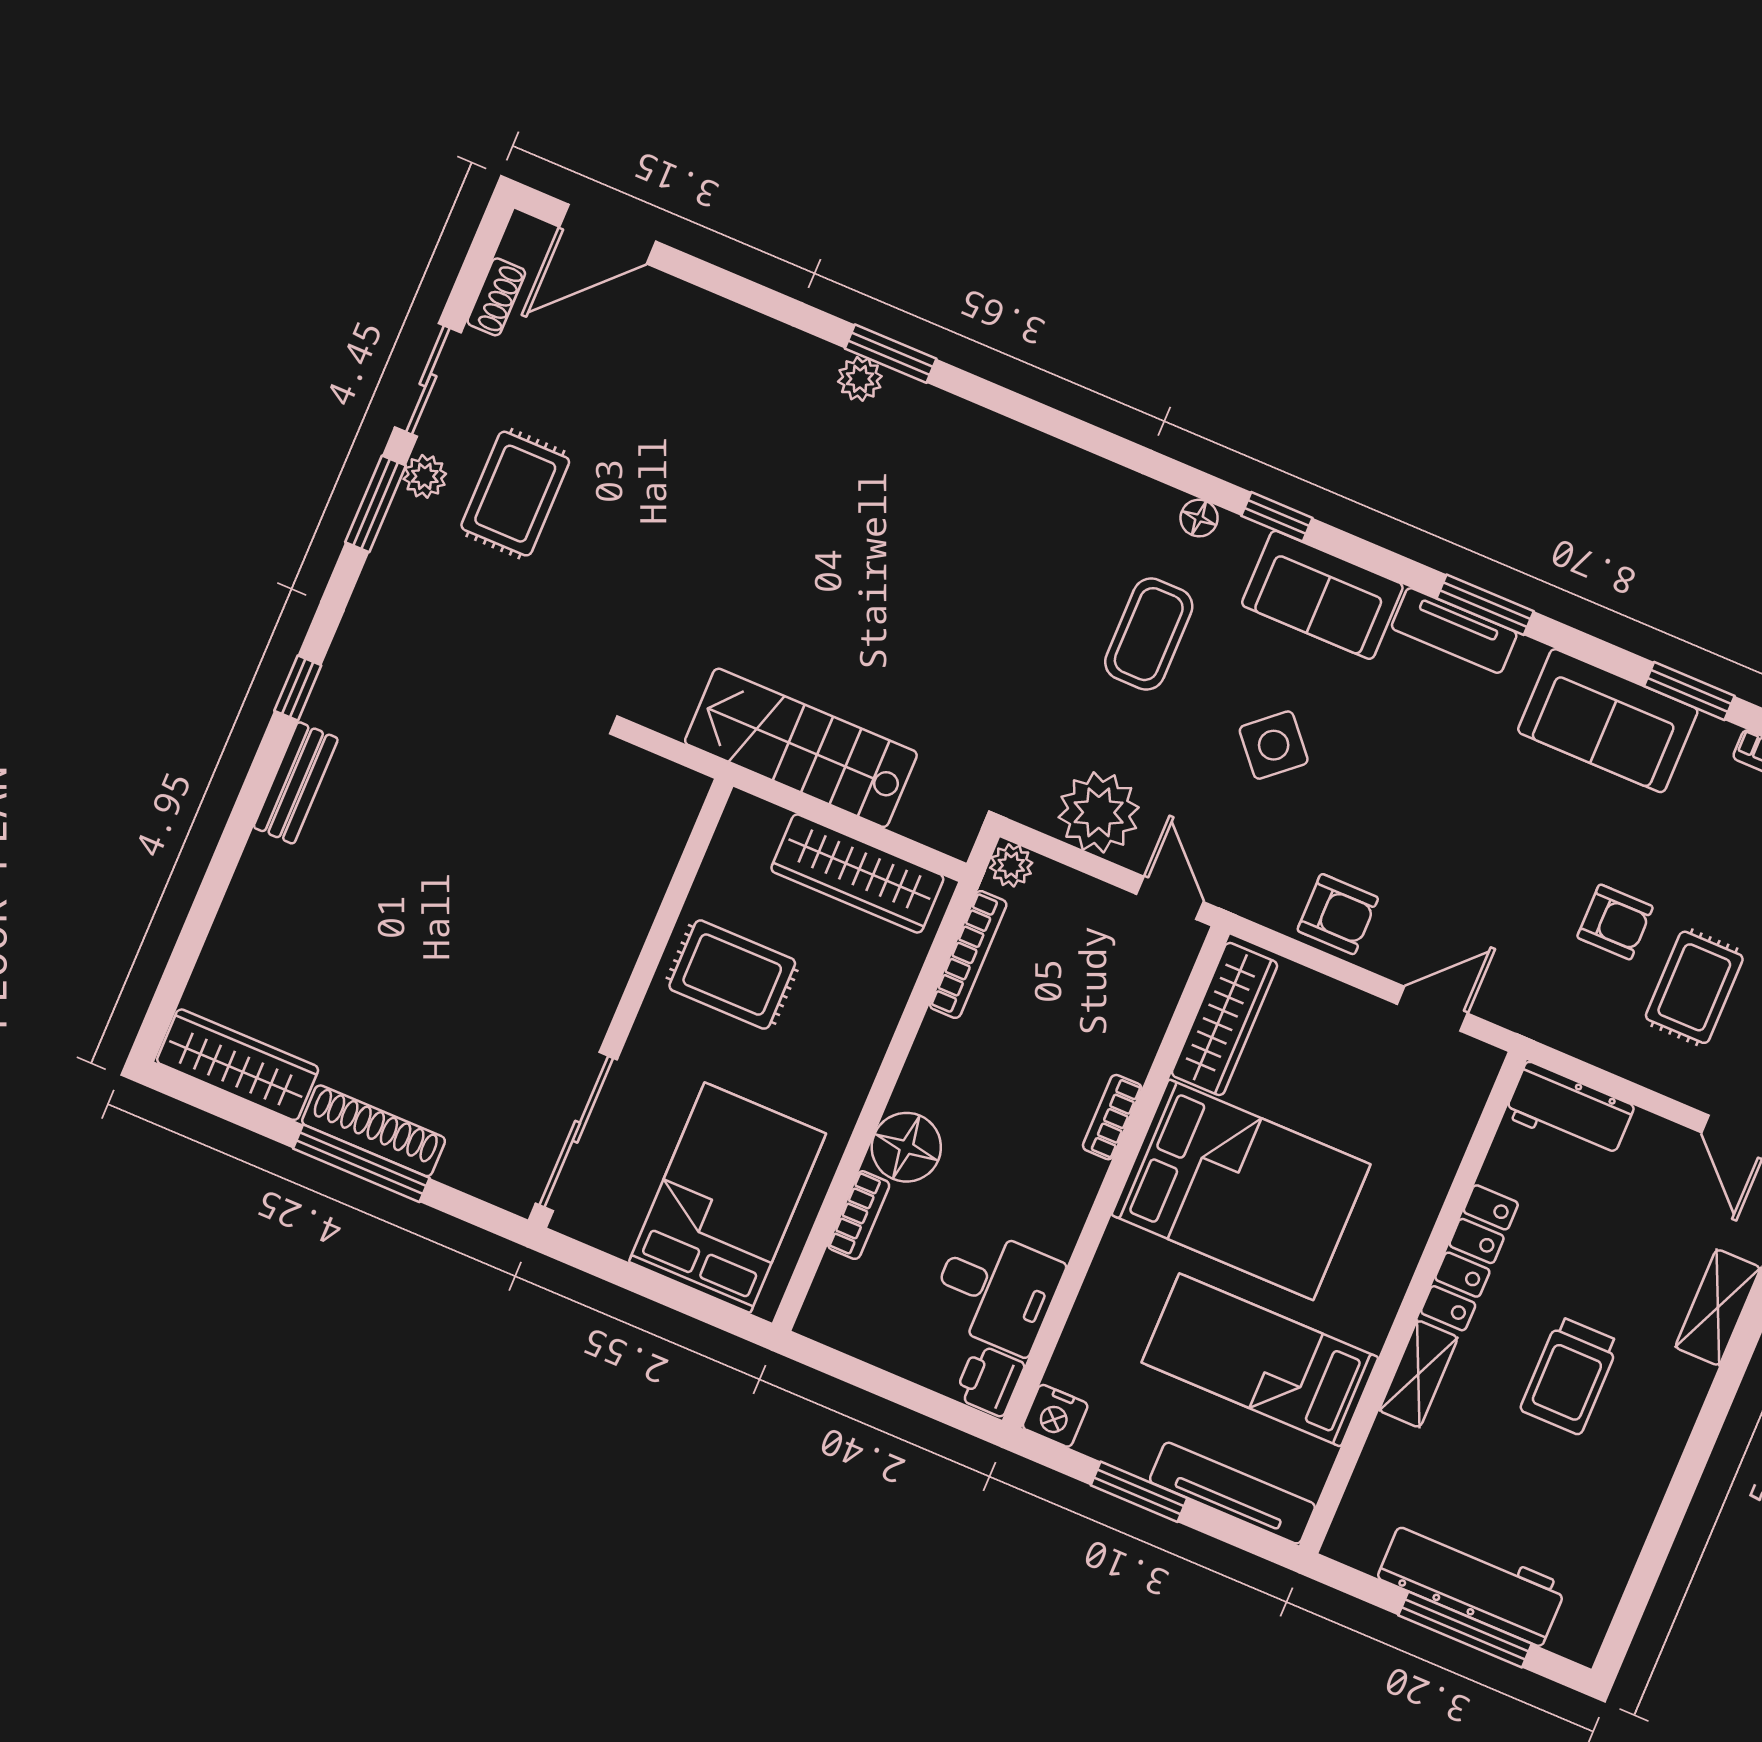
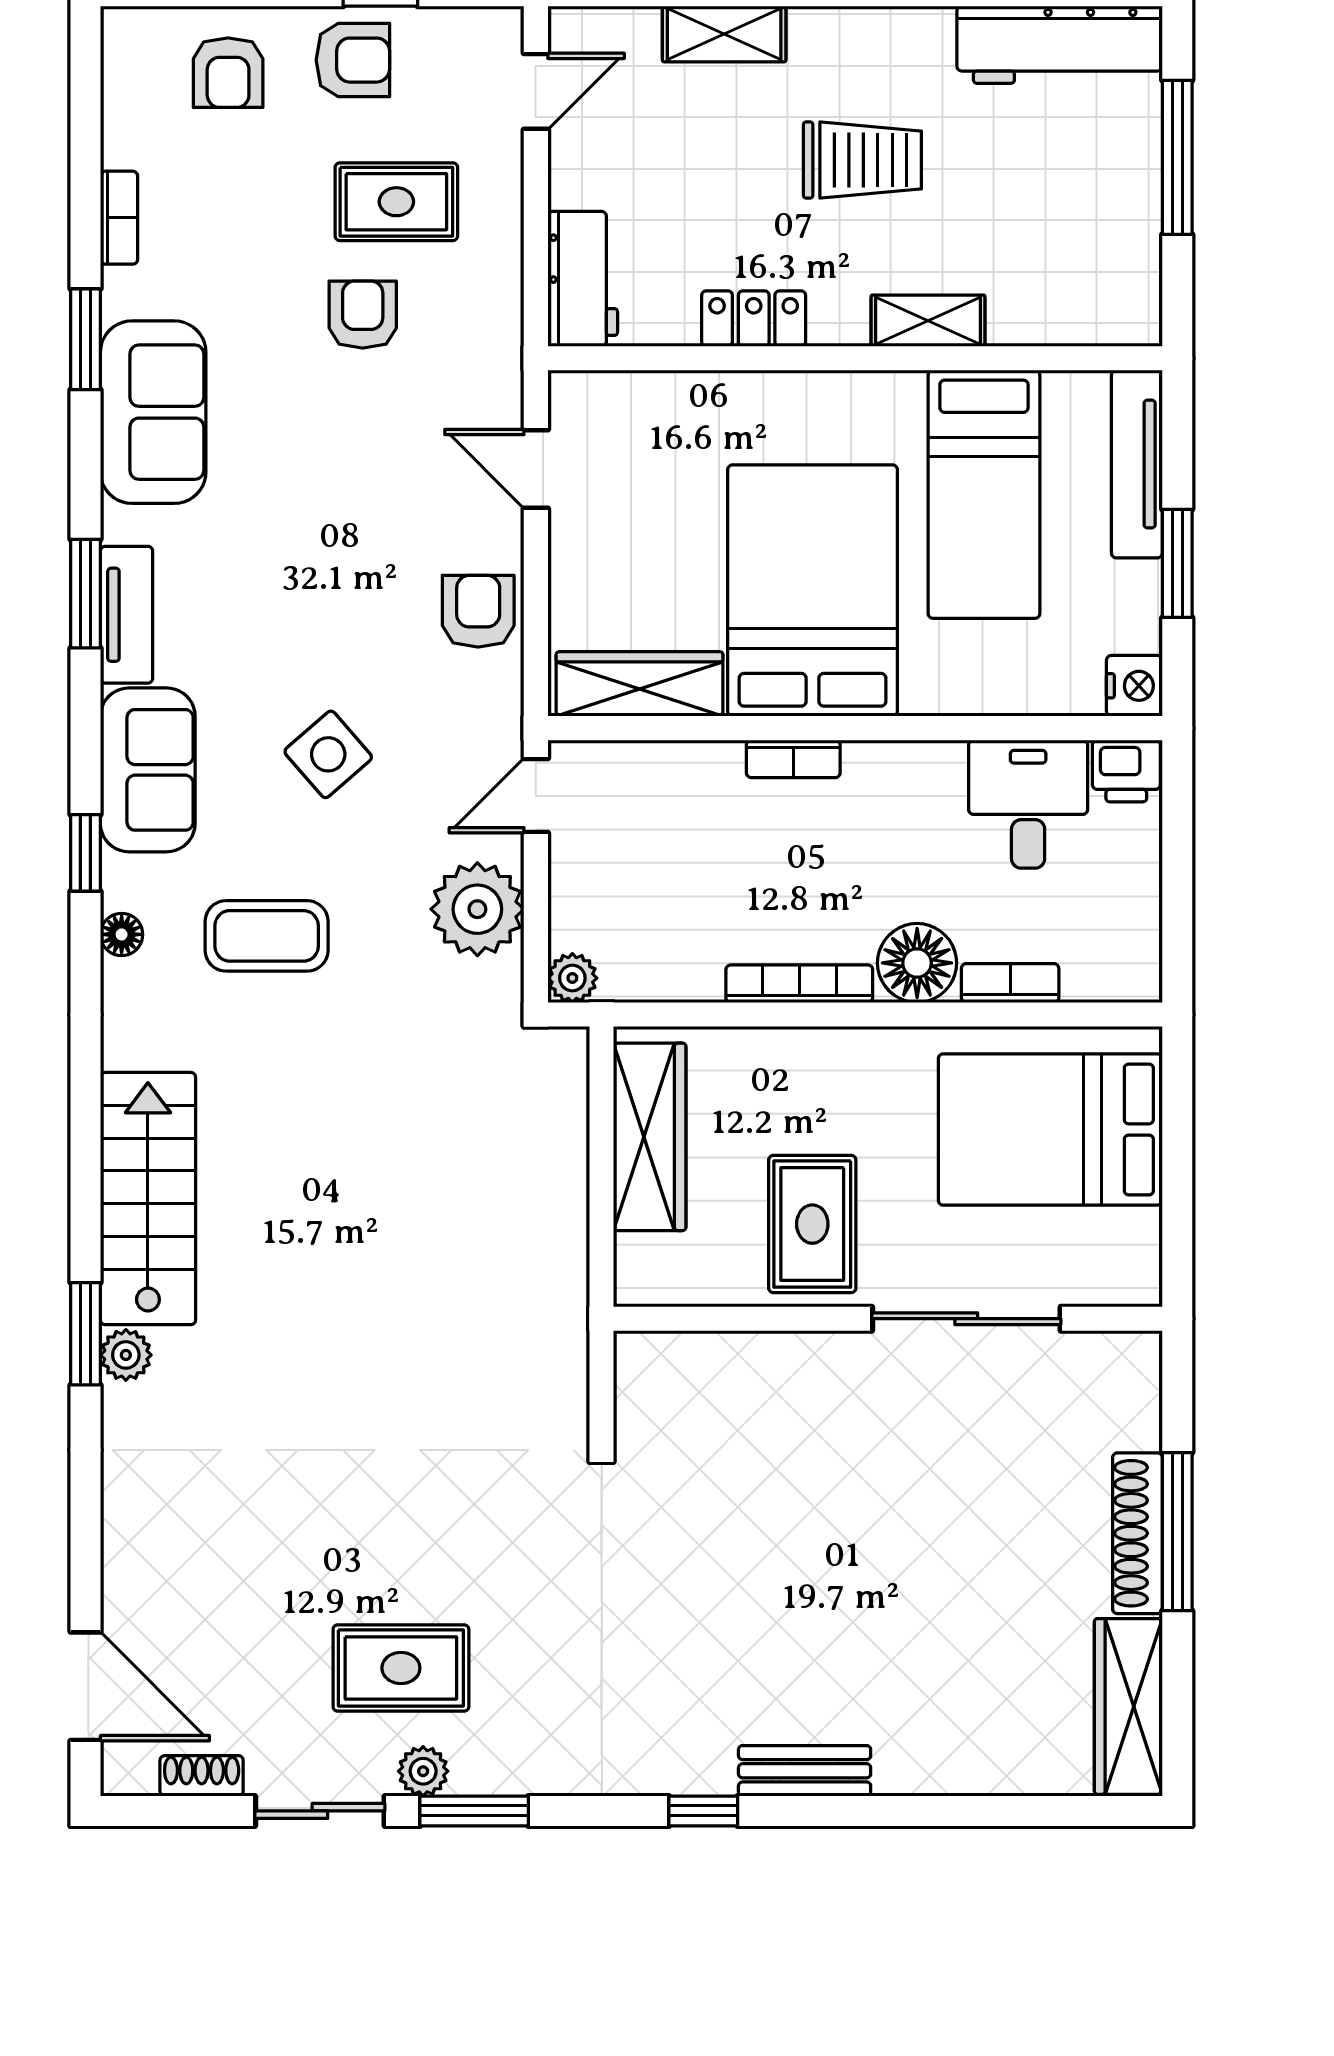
stairs: (801, 748) -> (148, 1199), moved, turned 180
bookcase: (968, 955) -> (799, 984), moved
sliding door: (576, 1132) -> (966, 1319), moved
locker: (1469, 1258) -> (754, 319), width x0.66
workbench: (1472, 1582) -> (1060, 45), moved, turned -90

